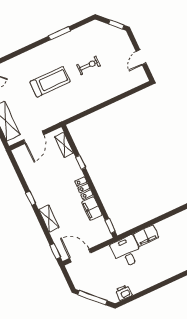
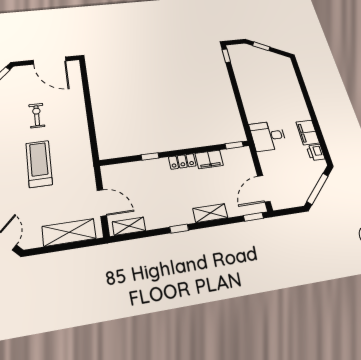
door: (141, 57) -> (50, 61), width x1.87
shelving: (64, 145) -> (129, 226), moved
filing cabinet: (146, 236) -> (308, 132), moved, turned 180

